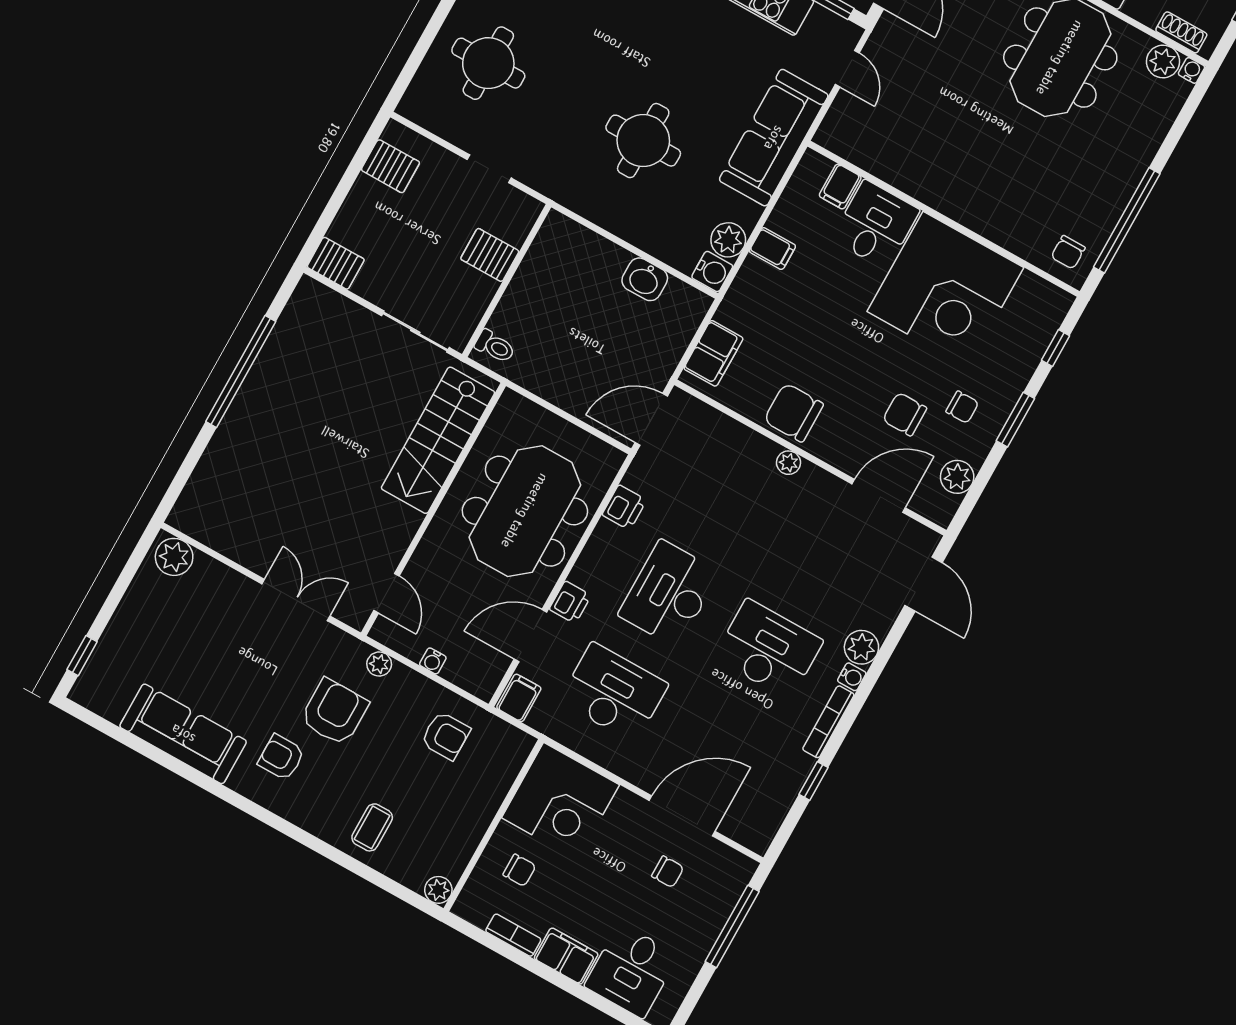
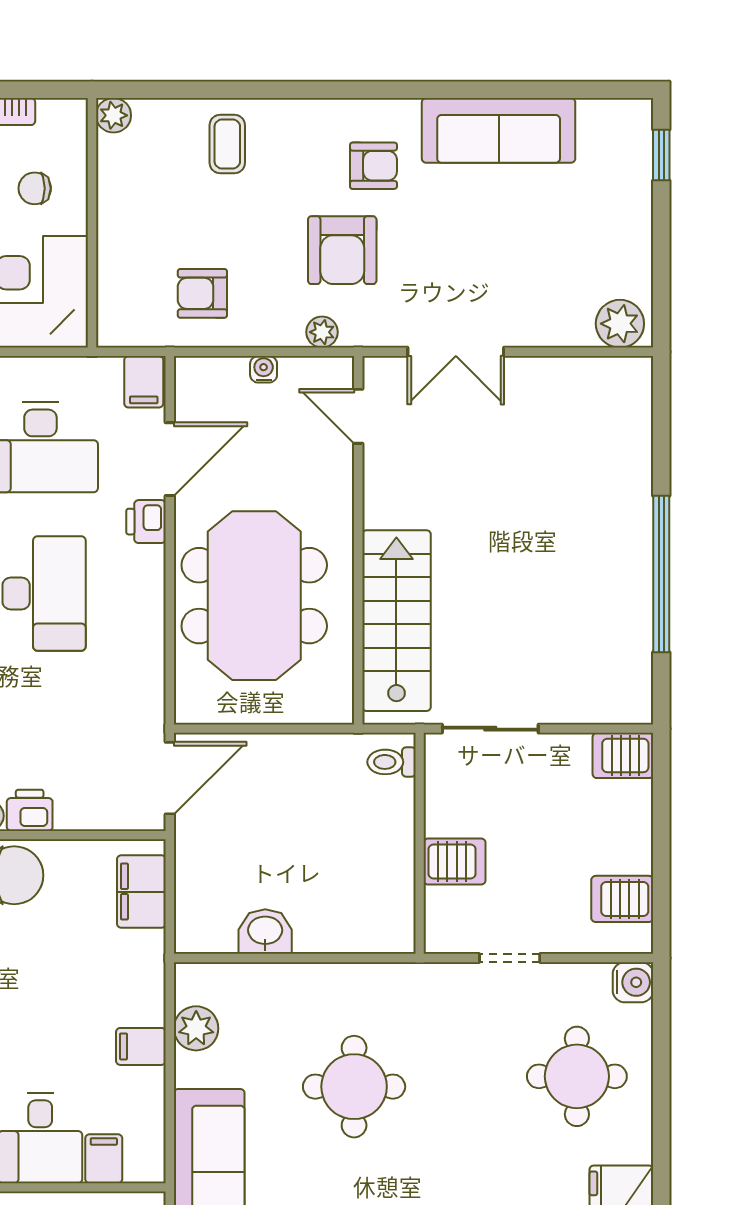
water cooler: (712, 272) -> (633, 982), moved, turned 180
printer: (624, 507) -> (30, 810), moved, turned 90

